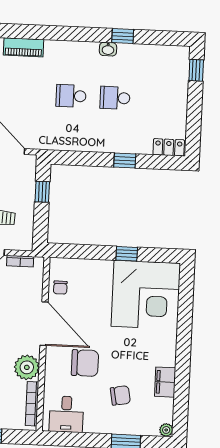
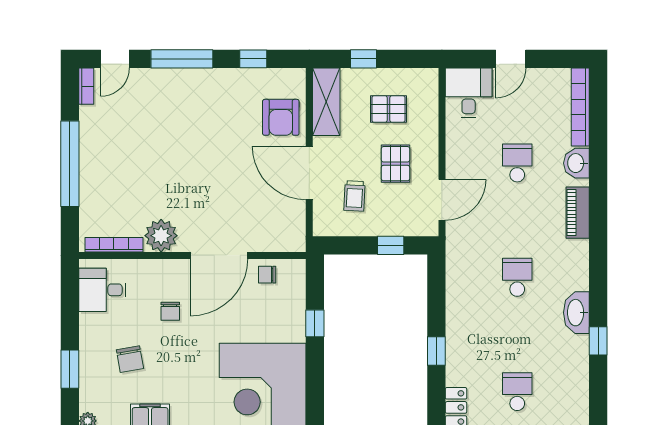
washbasin: (108, 49) -> (576, 313), width x1.91, depth x1.45
school desk: (115, 98) -> (517, 392), moved
window: (127, 254) -> (315, 323), moved
bookcase: (20, 261) -> (299, 221), removed
chair: (85, 363) -> (170, 311), width x0.54, depth x0.54

